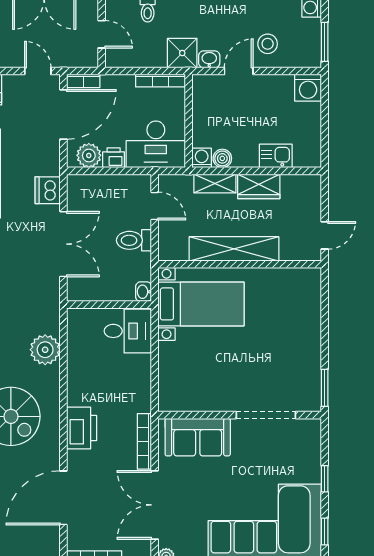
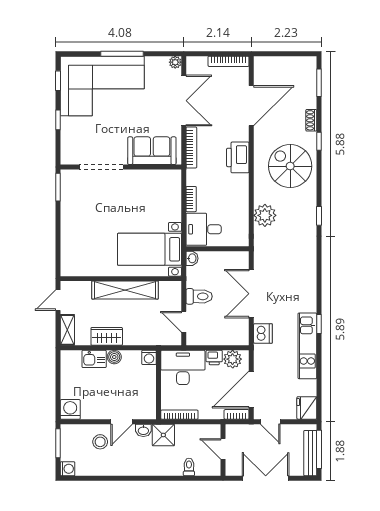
boiler: (222, 158) -> (114, 357), moved
shelving: (215, 183) -> (67, 330), moved, turned 90
bookcase: (145, 372) -> (191, 199), added

